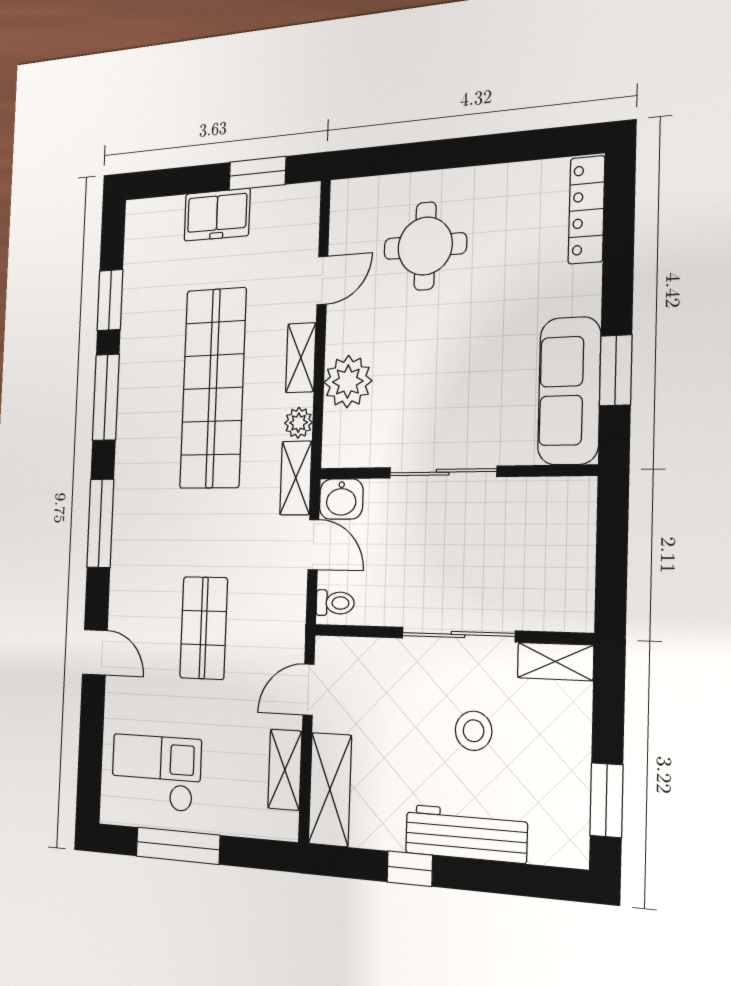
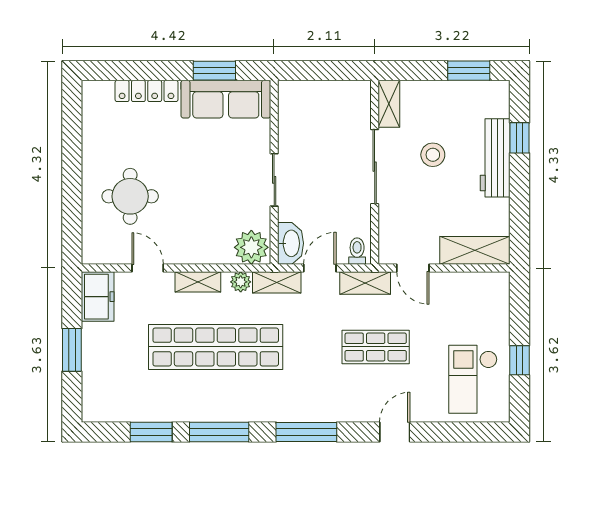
window: (257, 173) -> (72, 350), moved
locker: (586, 210) -> (147, 91), moved
freezer: (217, 215) -> (98, 297), moved
plant: (348, 382) -> (251, 247), moved
sliding door: (443, 472) -> (274, 180), width x0.73
washbasin: (341, 499) -> (291, 243), width x1.38
shelving: (285, 770) -> (365, 283), moved
window: (178, 846) -> (519, 360), width x0.46
window: (410, 869) -> (519, 138), moved

